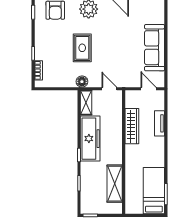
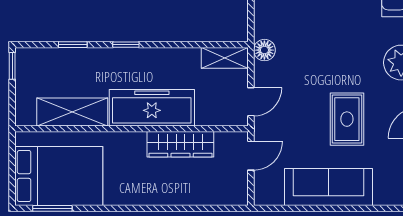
rug: (82, 48) -> (347, 119), moved, turned 90
door: (148, 89) -> (251, 156), moved
tv unit: (160, 123) -> (186, 196), removed
freezer: (90, 139) -> (152, 108), moved, turned 180
bed: (154, 191) -> (59, 176), width x1.50

